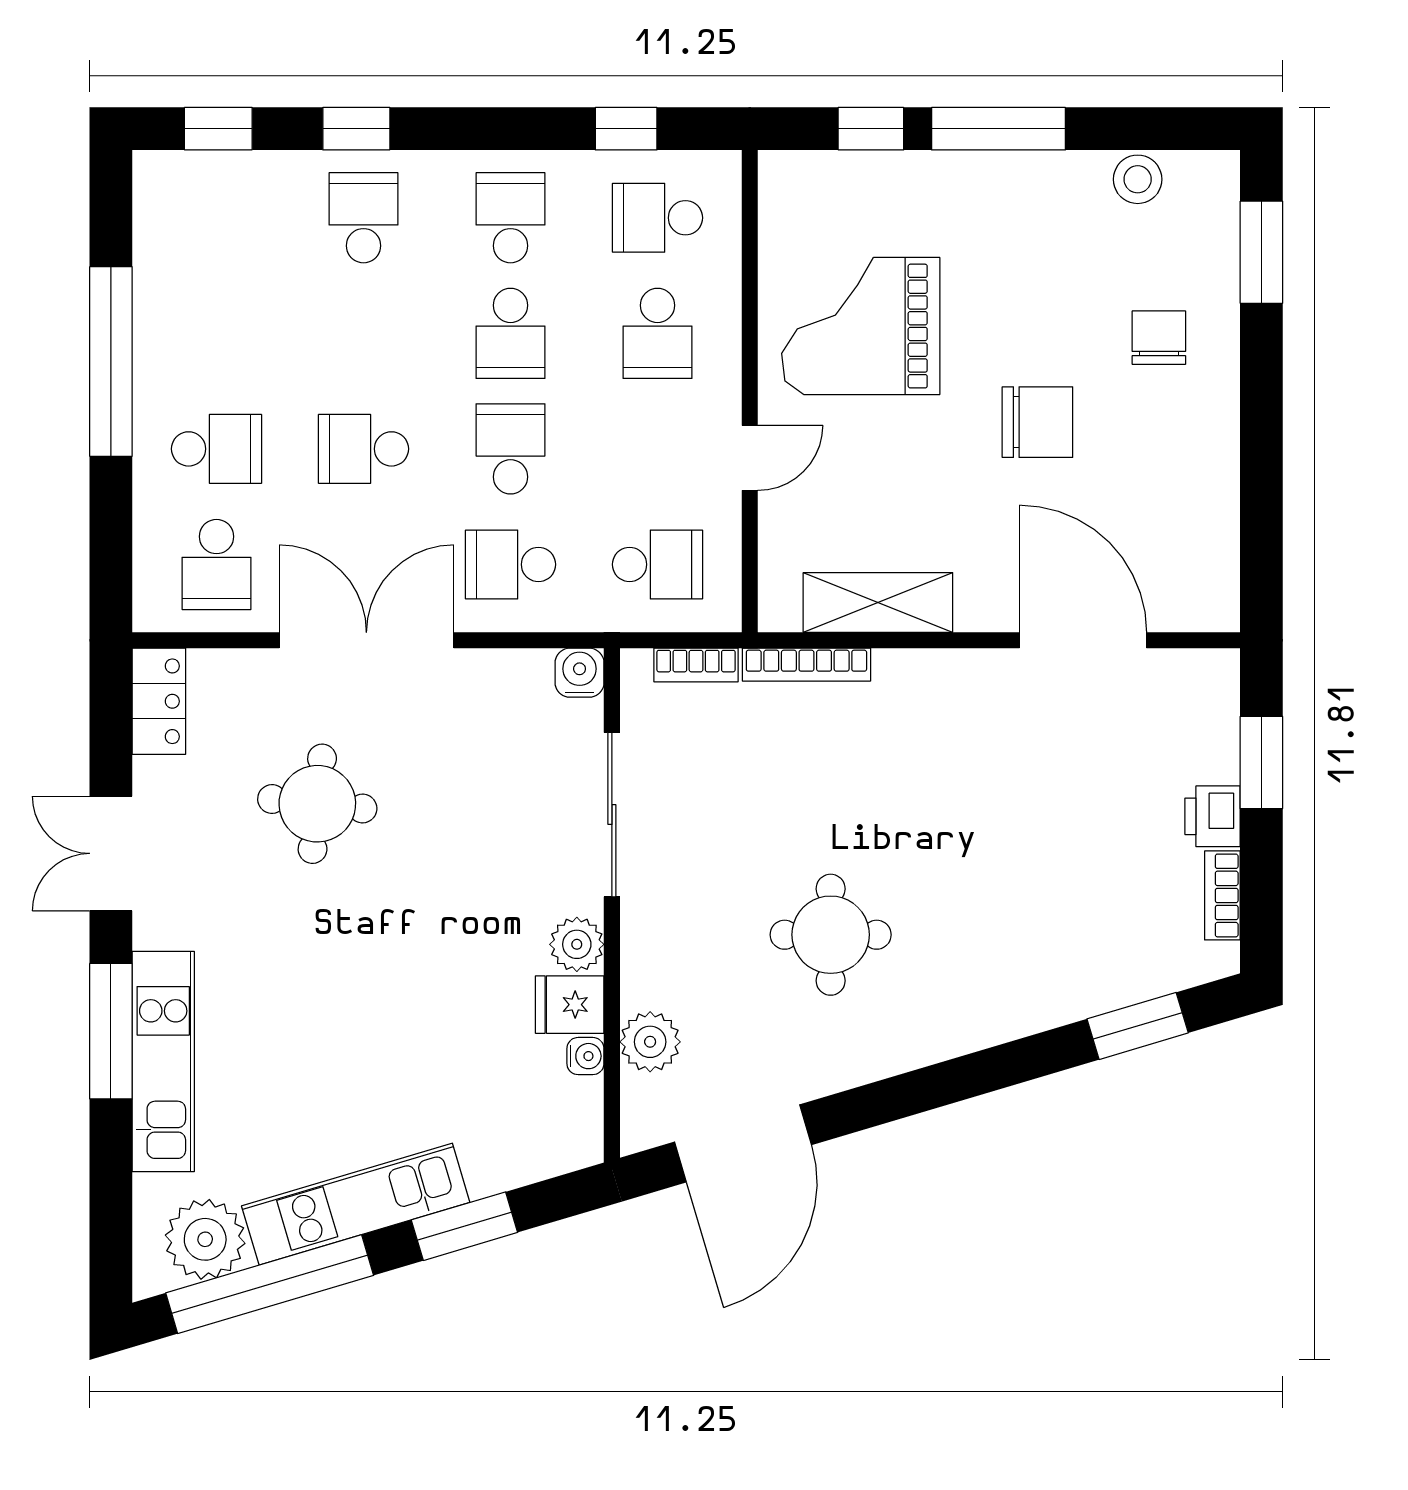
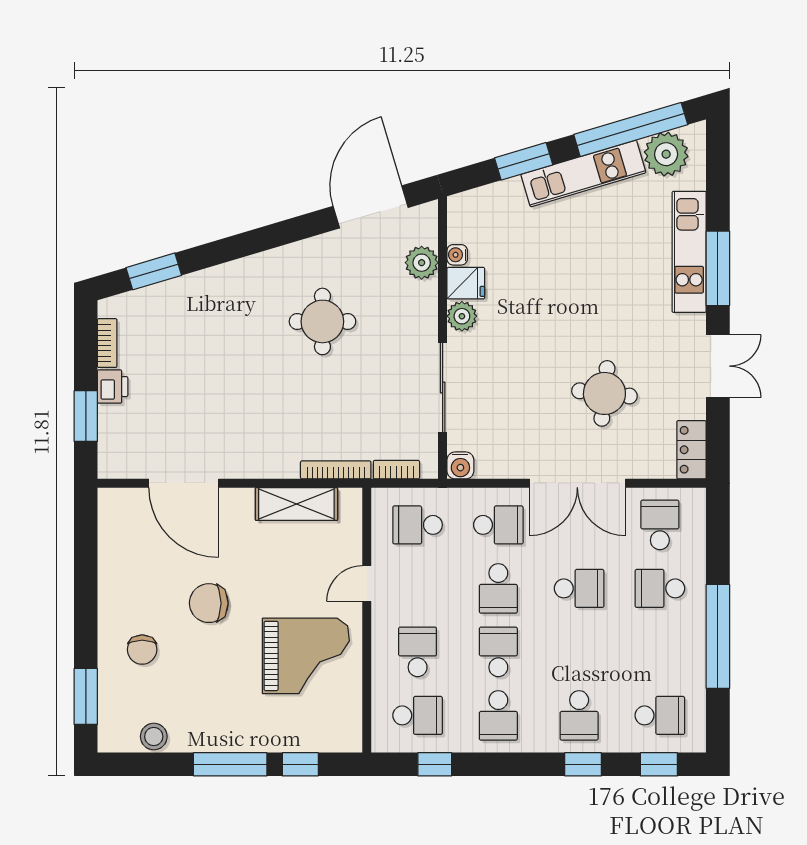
school desk: (216, 218) -> (660, 715), added

